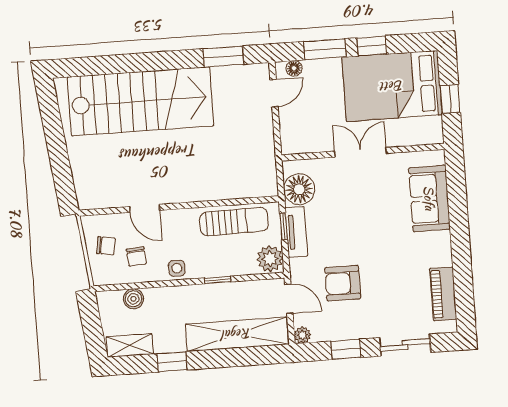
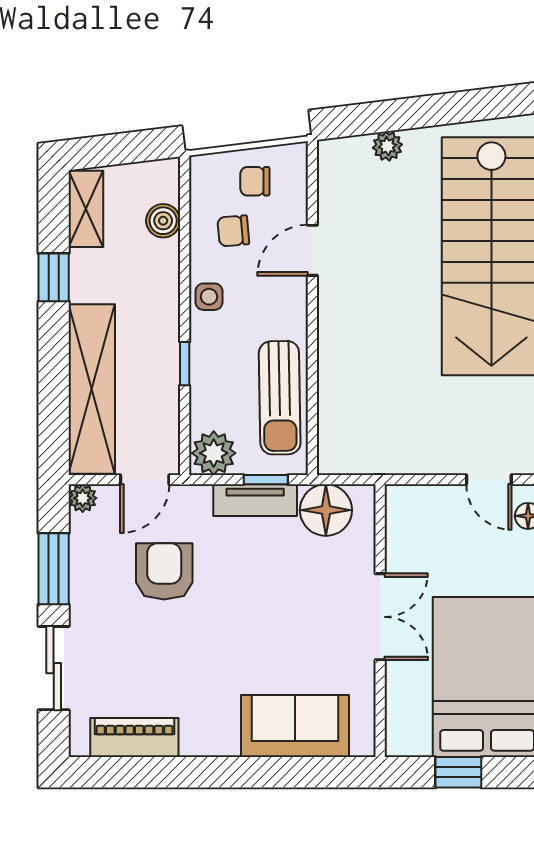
plant: (79, 168) -> (387, 146), added
chair: (106, 246) -> (255, 181), turned 81
window: (346, 349) -> (54, 569), width x1.50

